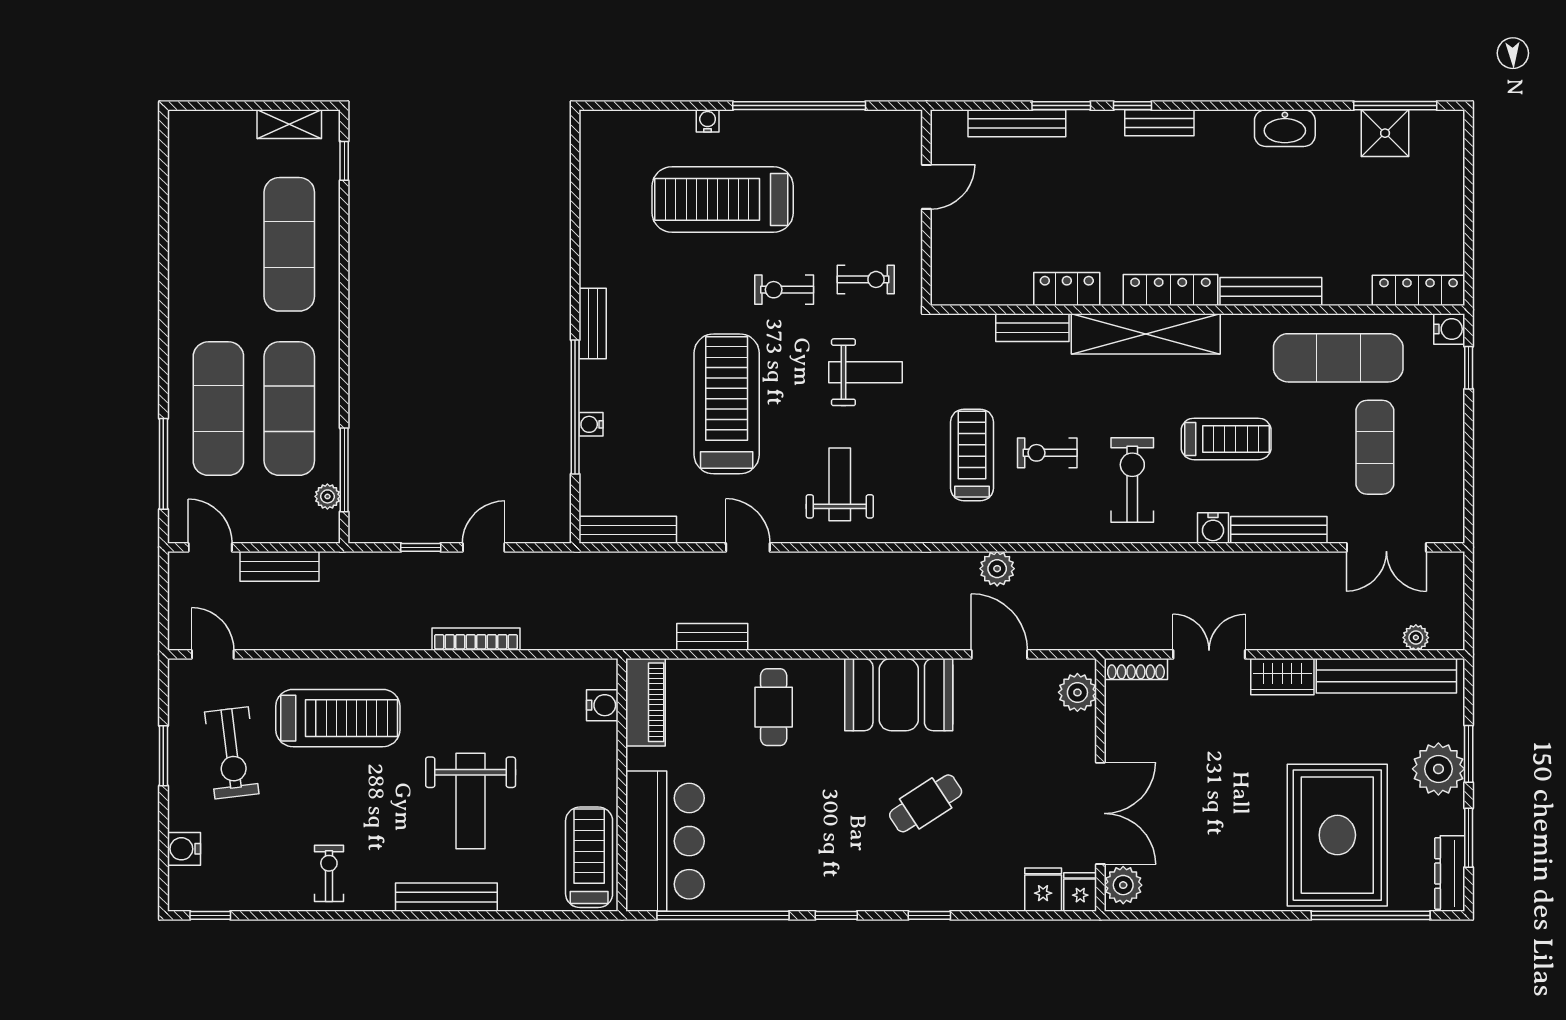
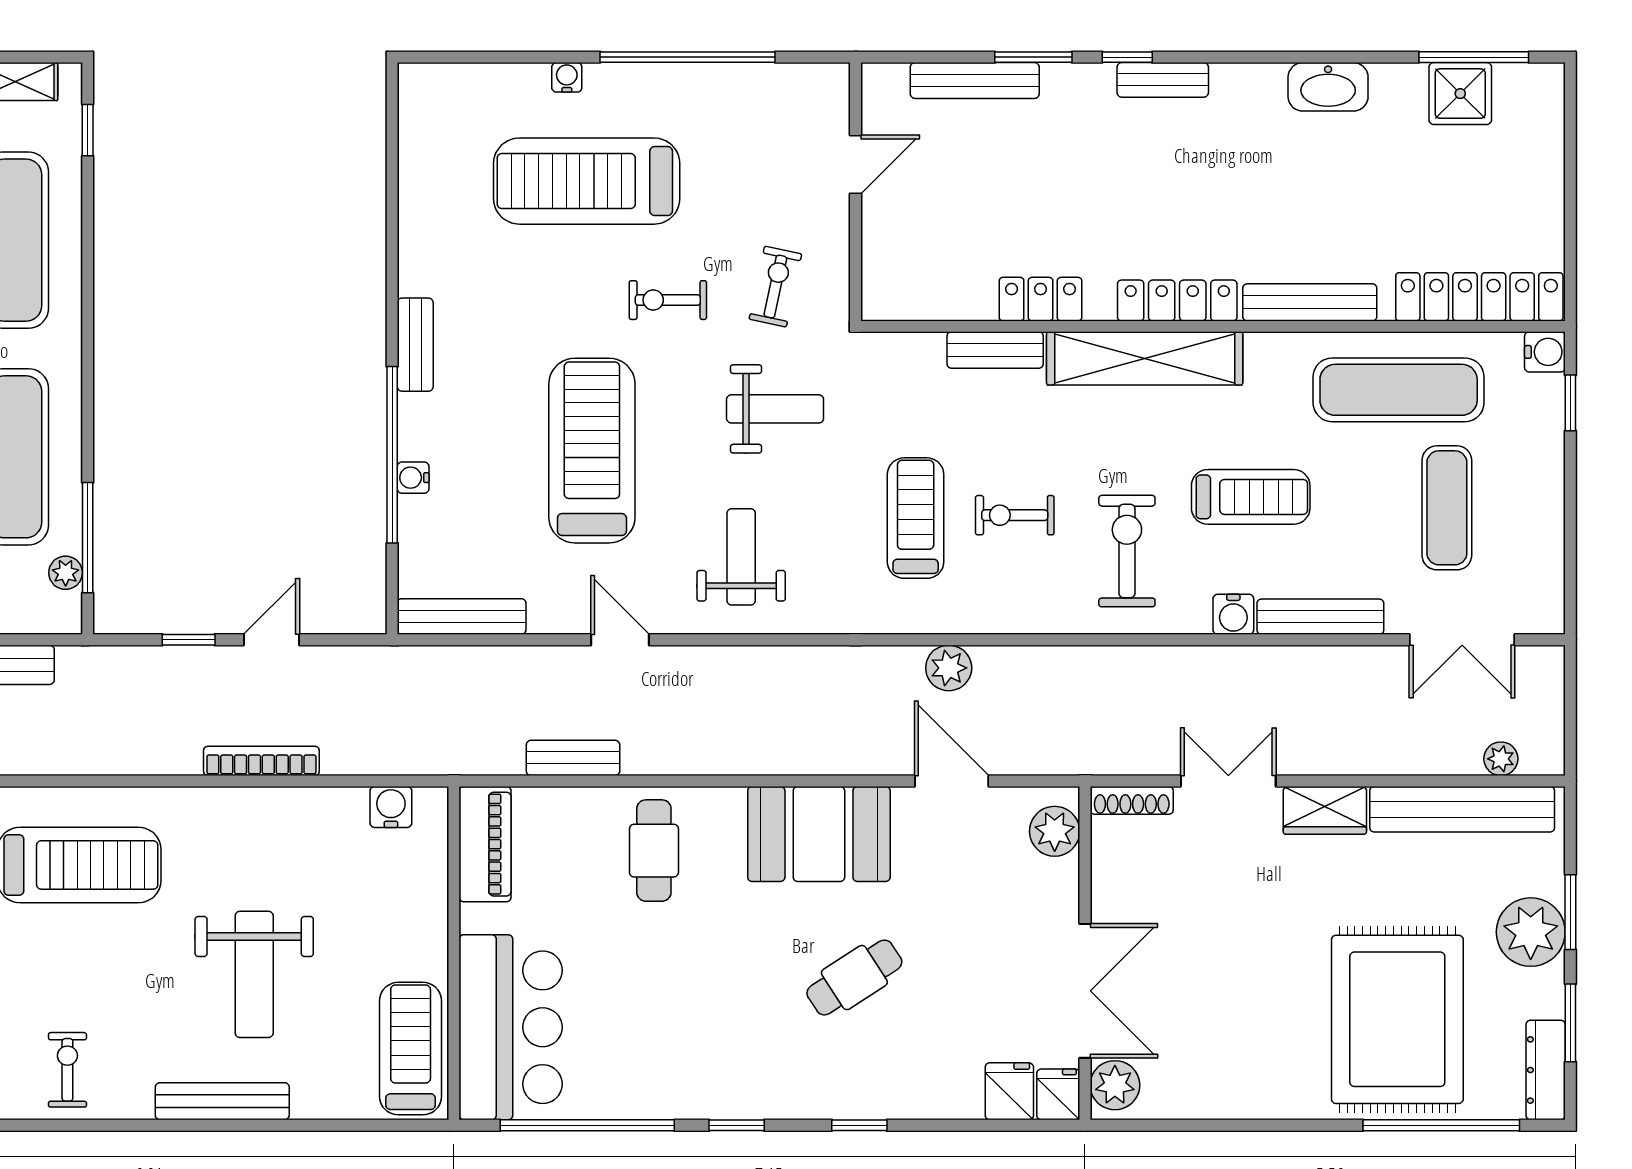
exercise bike: (866, 279) -> (775, 287), turned -78
locker: (1419, 290) -> (1479, 297), width x1.41, depth x1.21
water cooler: (602, 705) -> (391, 807), moved, turned -90

